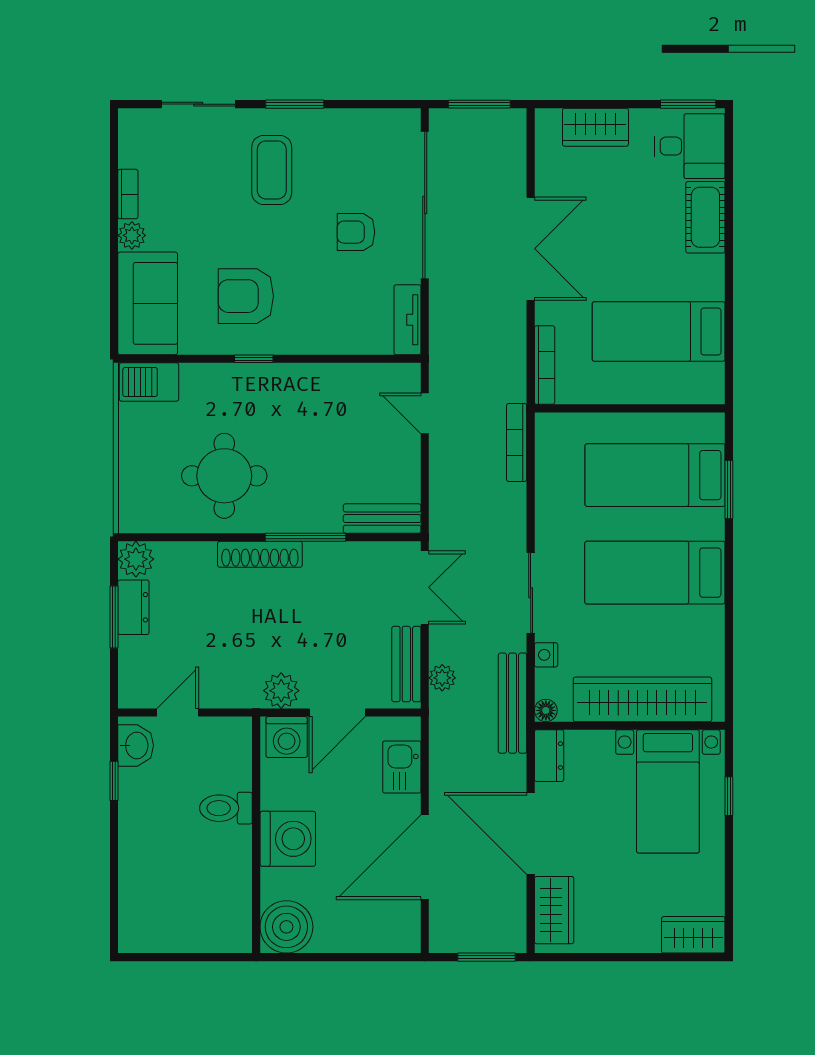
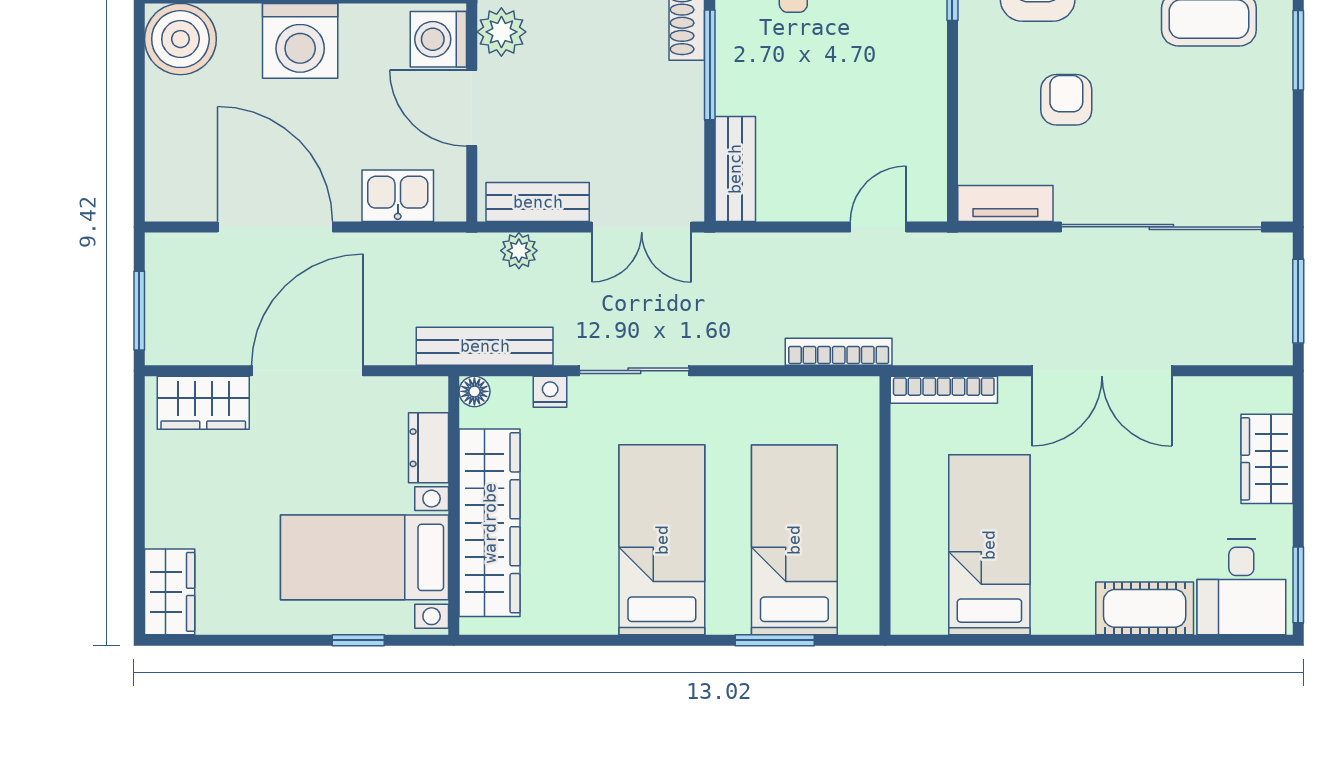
armchair: (356, 232) -> (1066, 100), moved
dresser: (549, 756) -> (429, 448), moved, turned 90

